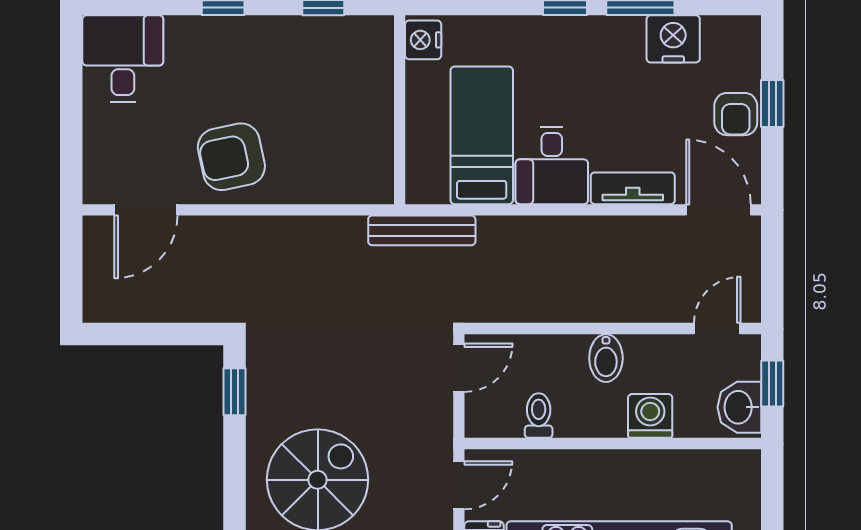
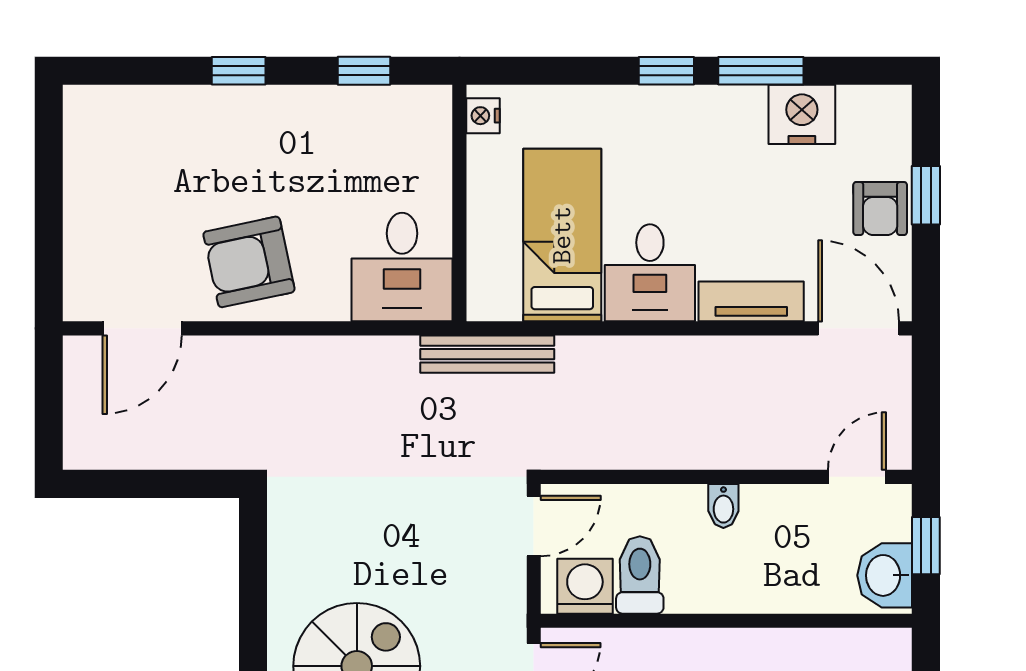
nightstand: (423, 40) -> (483, 116), width x0.72, depth x0.74
desk: (123, 59) -> (402, 267), moved, turned 180
bidet: (606, 358) -> (723, 506), width x0.72, depth x0.74
window: (235, 392) -> (253, 556), removed
toilet: (539, 416) -> (640, 575), width x1.37, depth x1.39
washing machine: (650, 416) -> (585, 586), moved

